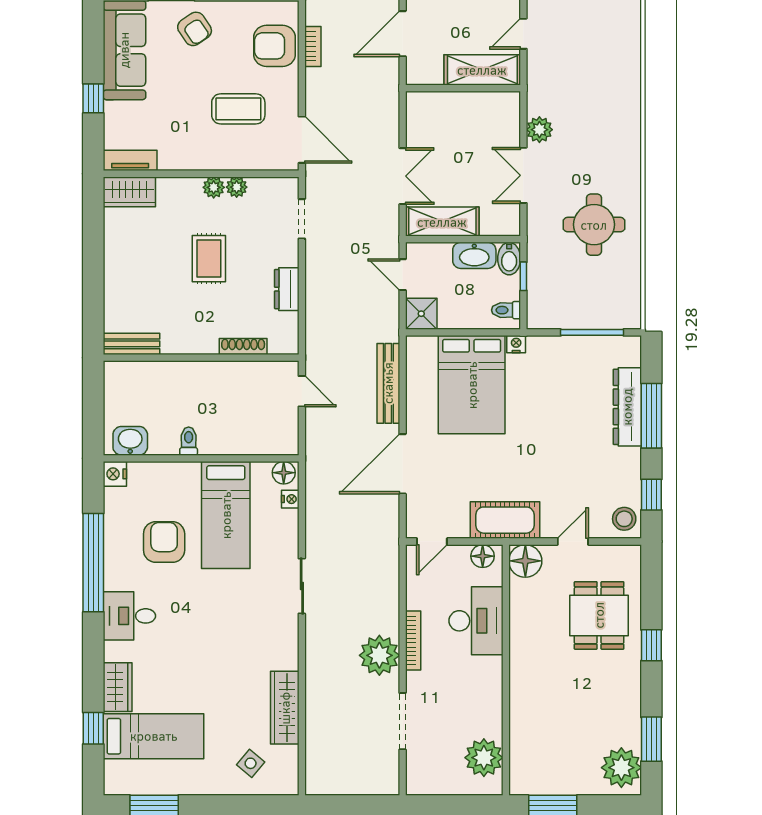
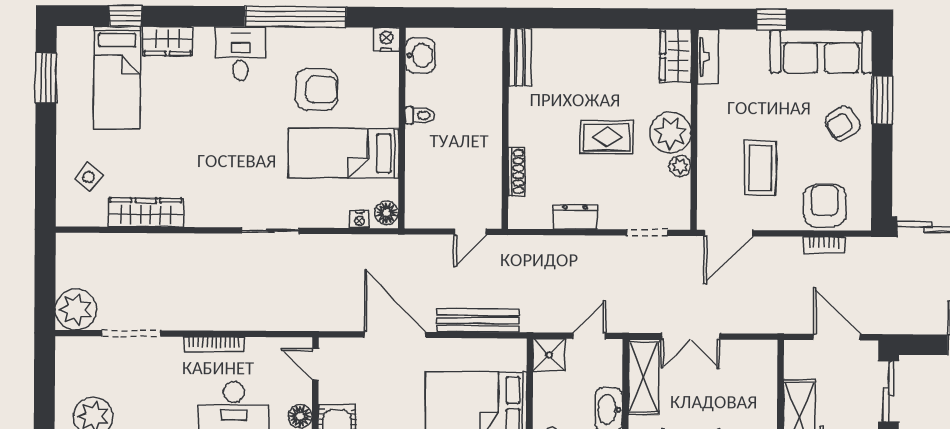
plant: (214, 187) -> (670, 133), width x1.88, depth x1.88
plant: (379, 655) -> (76, 309), moved

